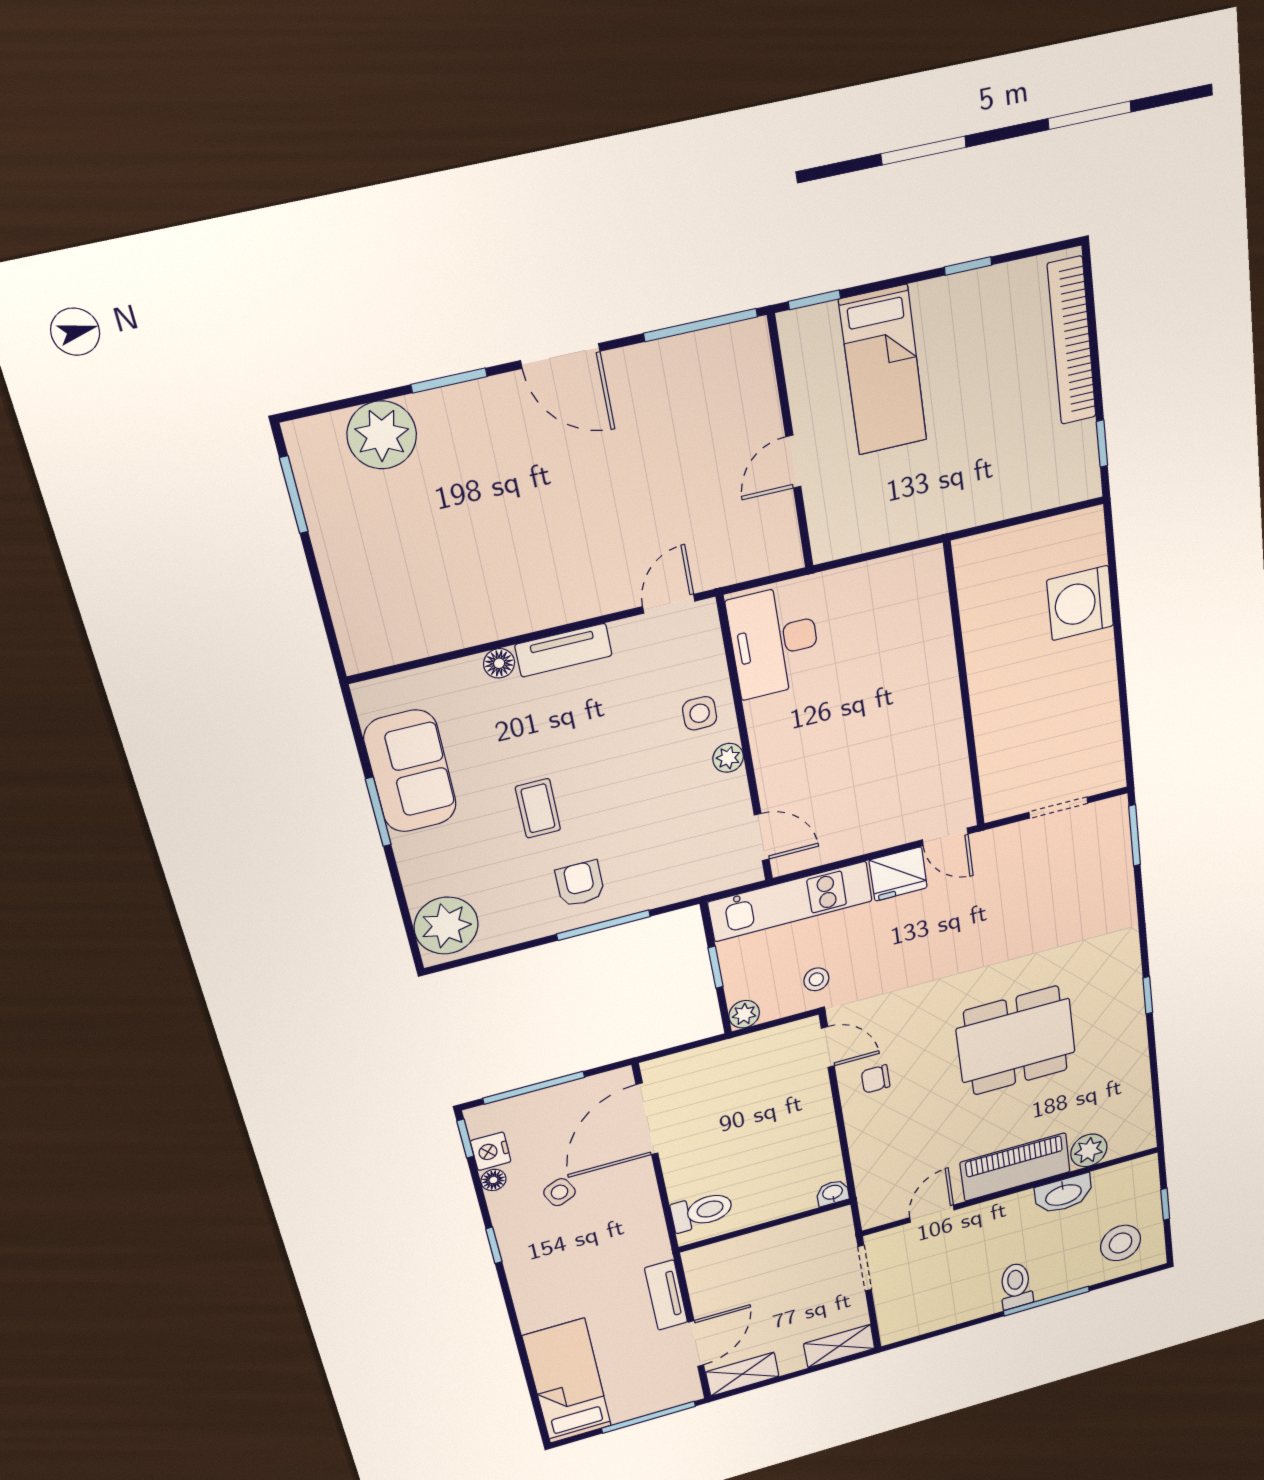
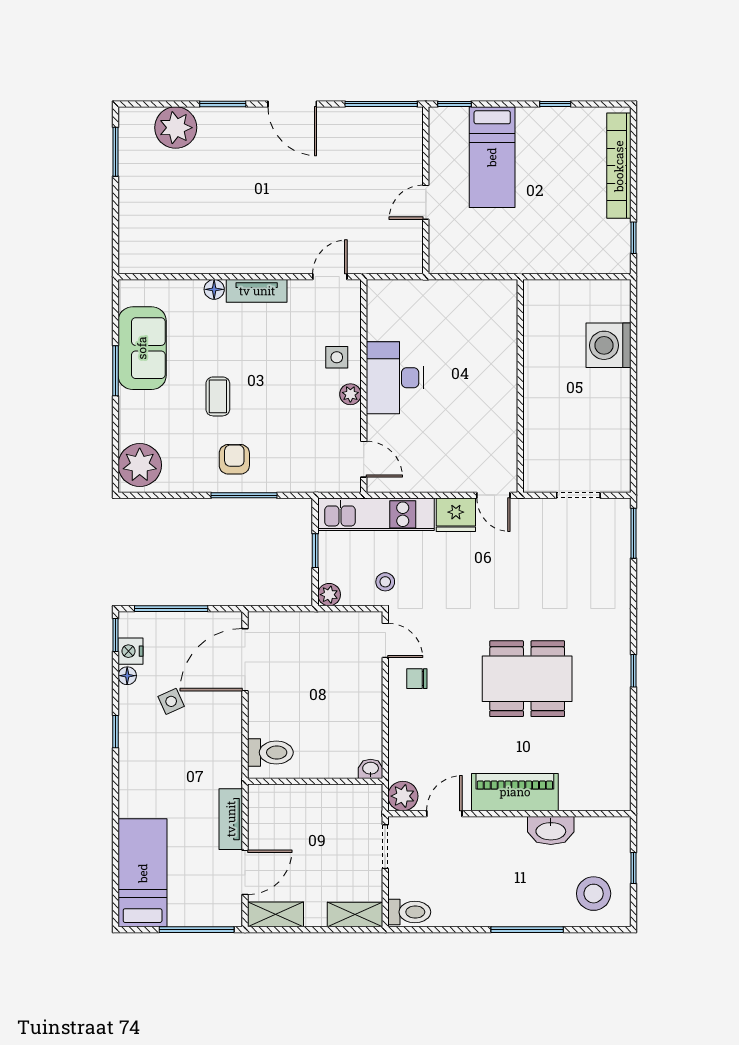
desk: (774, 641) -> (395, 378), moved
plant: (1089, 1150) -> (403, 796), moved
toilet: (1016, 1286) -> (409, 912), moved, turned 90

